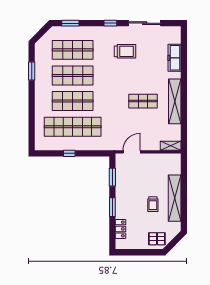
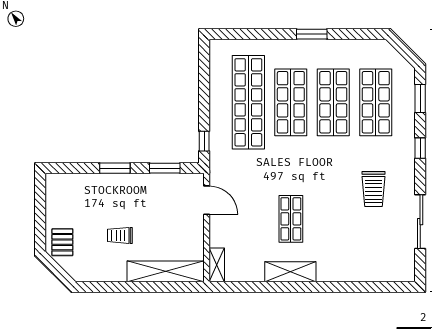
window: (110, 23) -> (420, 148), moved
freezer: (175, 58) -> (363, 271), removed
window: (32, 71) -> (312, 34), moved
shelving: (175, 101) -> (290, 272), width x0.68
window: (69, 153) -> (204, 141), moved
shelving: (175, 198) -> (166, 271), moved
locker: (120, 229) -> (79, 182), removed

